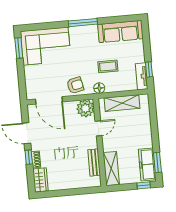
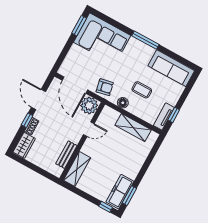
plant: (85, 108) -> (89, 106), moved
door: (98, 128) -> (89, 129), moved
wall: (100, 142) -> (82, 141), moved
bench: (94, 163) -> (66, 155), moved
shelving: (111, 169) -> (77, 169), moved

